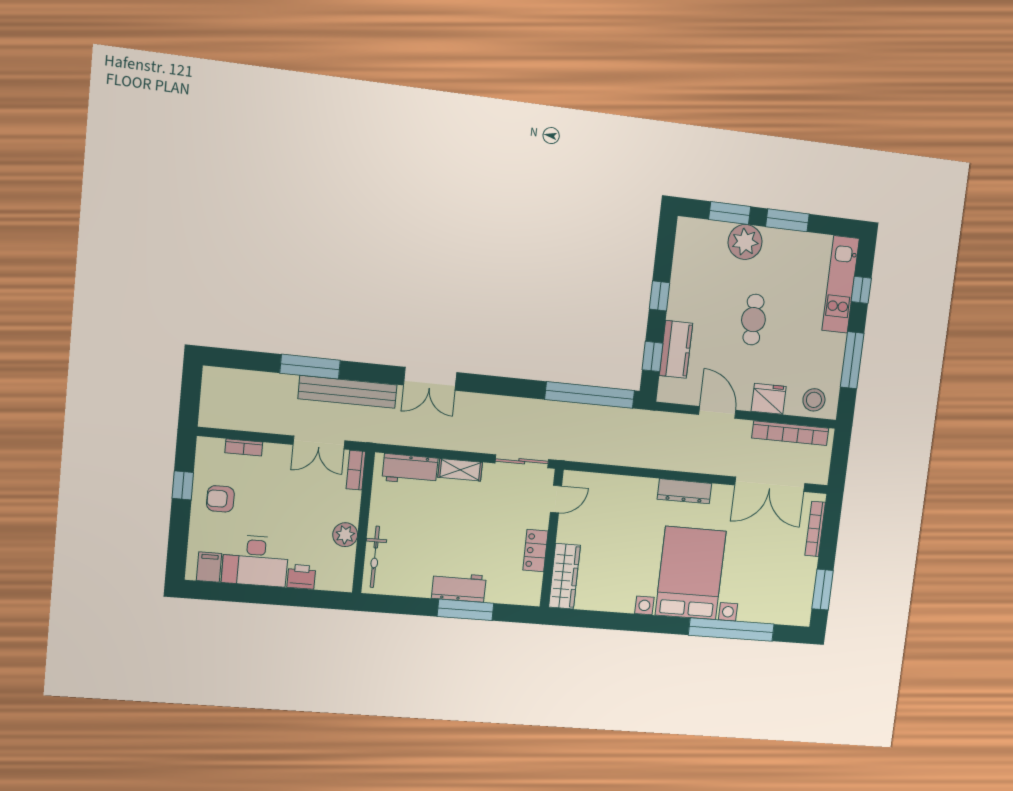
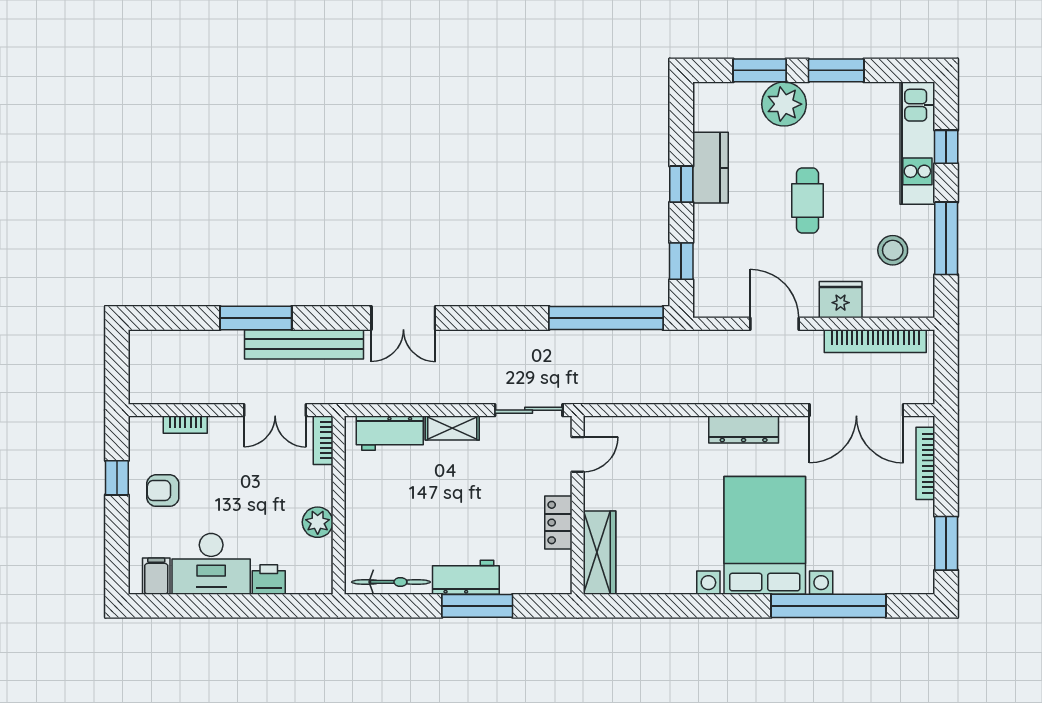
kitchen counter: (676, 349) -> (711, 168), moved
stool: (814, 400) -> (893, 250), moved
bicycle: (375, 557) -> (391, 582), moved, turned -90

